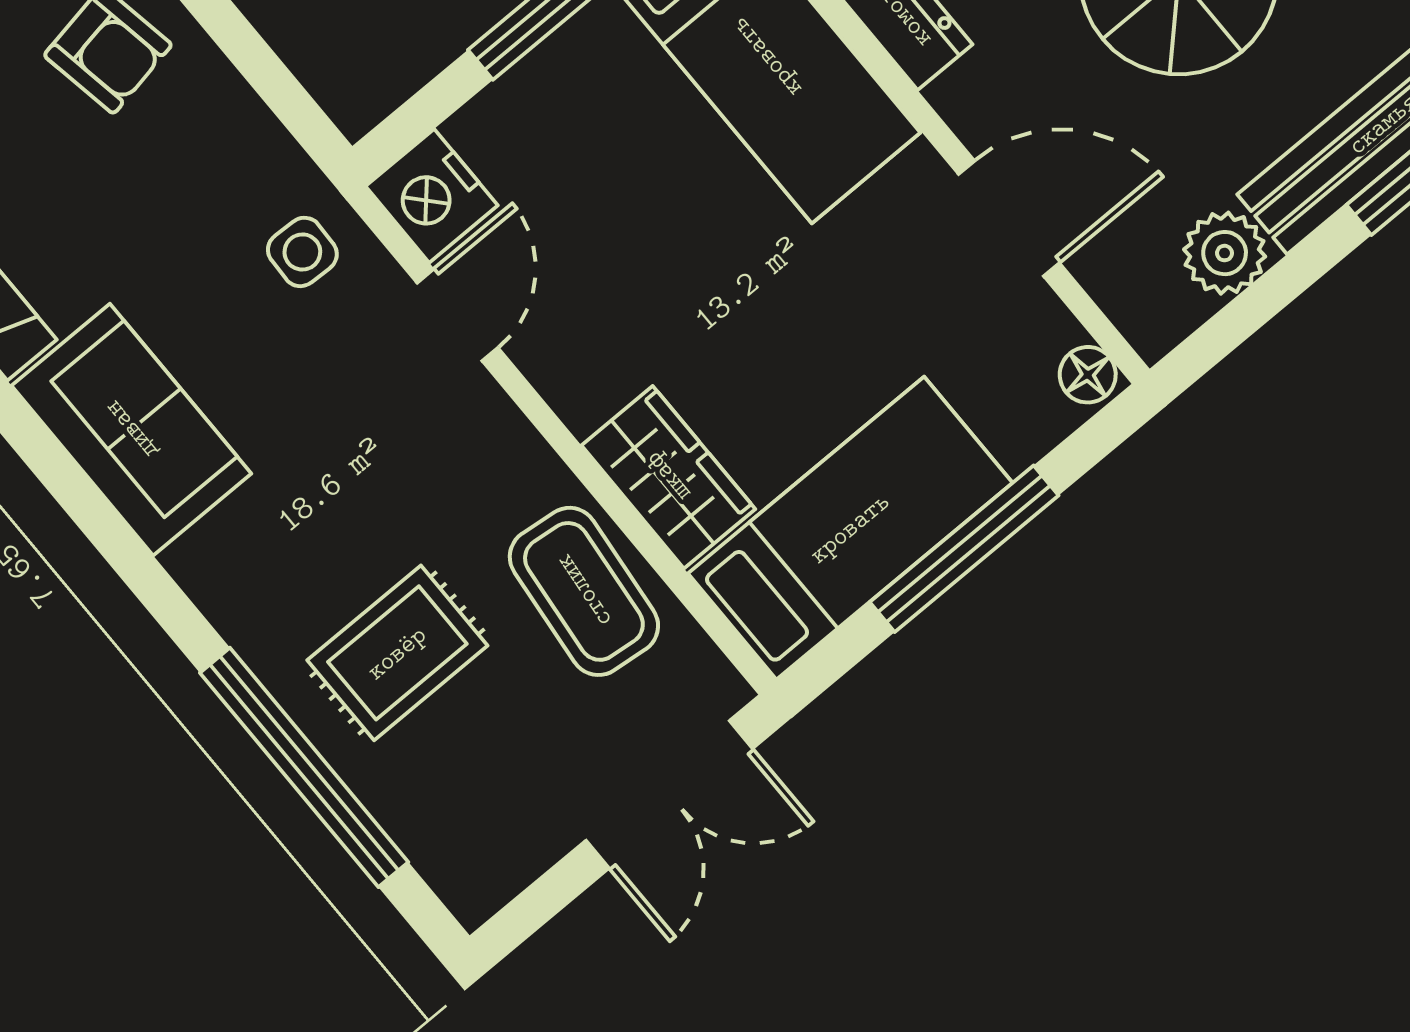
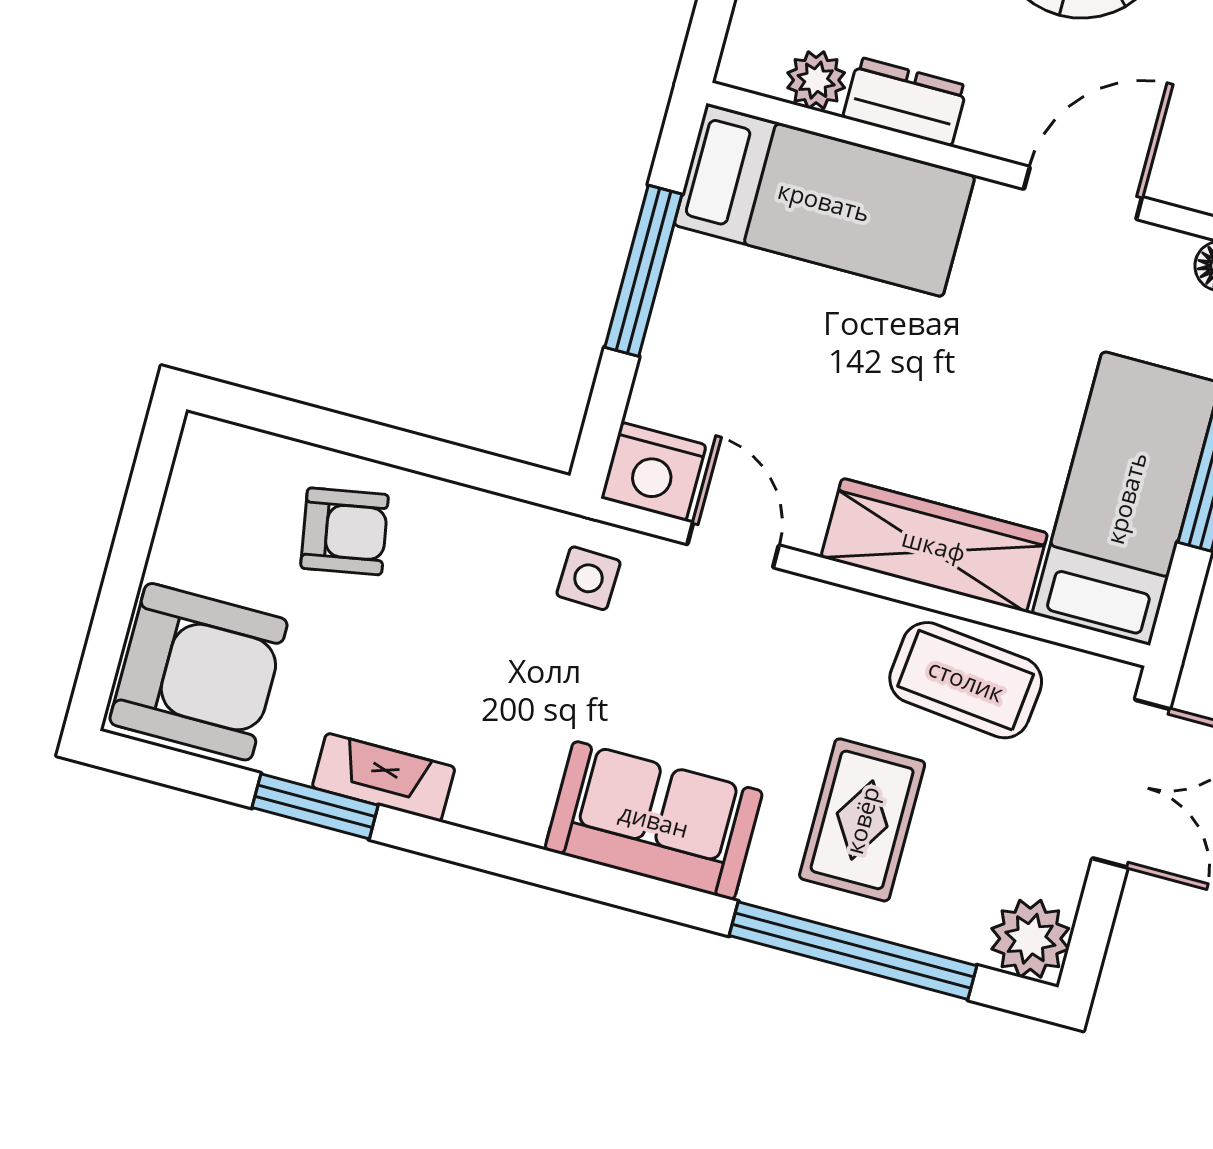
sofa: (131, 430) -> (654, 820), moved
wardrobe: (668, 477) -> (934, 545), width x1.50
plant: (475, 872) -> (1030, 939), added

